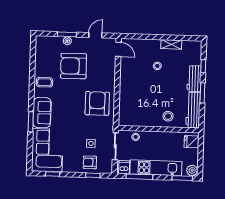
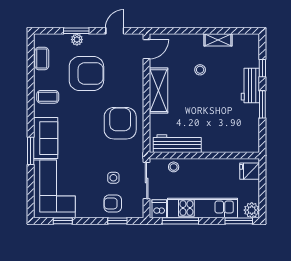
door: (118, 49) -> (147, 49), hinge flipped
coffee table: (41, 54) -> (42, 58), added
armchair: (74, 66) -> (86, 73), turned 180
shelving: (126, 80) -> (159, 91), added
workbench: (193, 110) -> (177, 144), moved, turned 90
stool: (168, 116) -> (217, 138), removed

